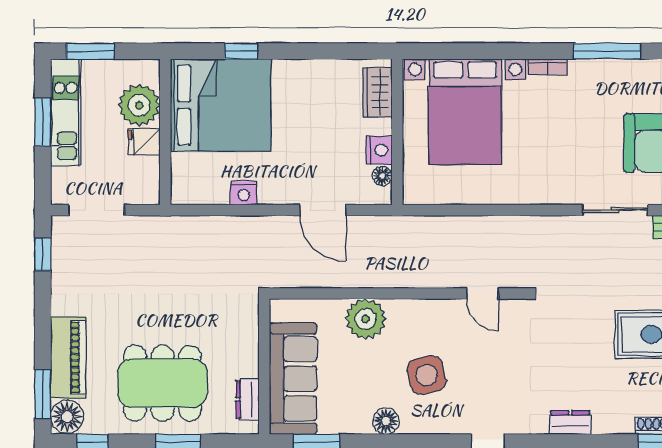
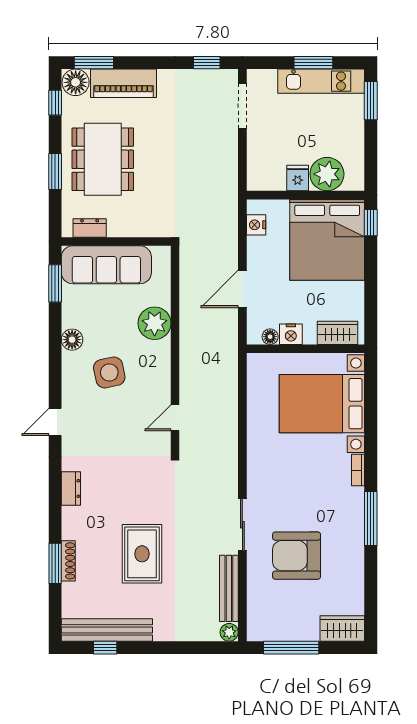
plant: (139, 105) -> (327, 174), moved
bed: (221, 105) -> (327, 240), moved
wall: (165, 132) -> (305, 195), moved
fridge: (144, 142) -> (298, 178), moved

